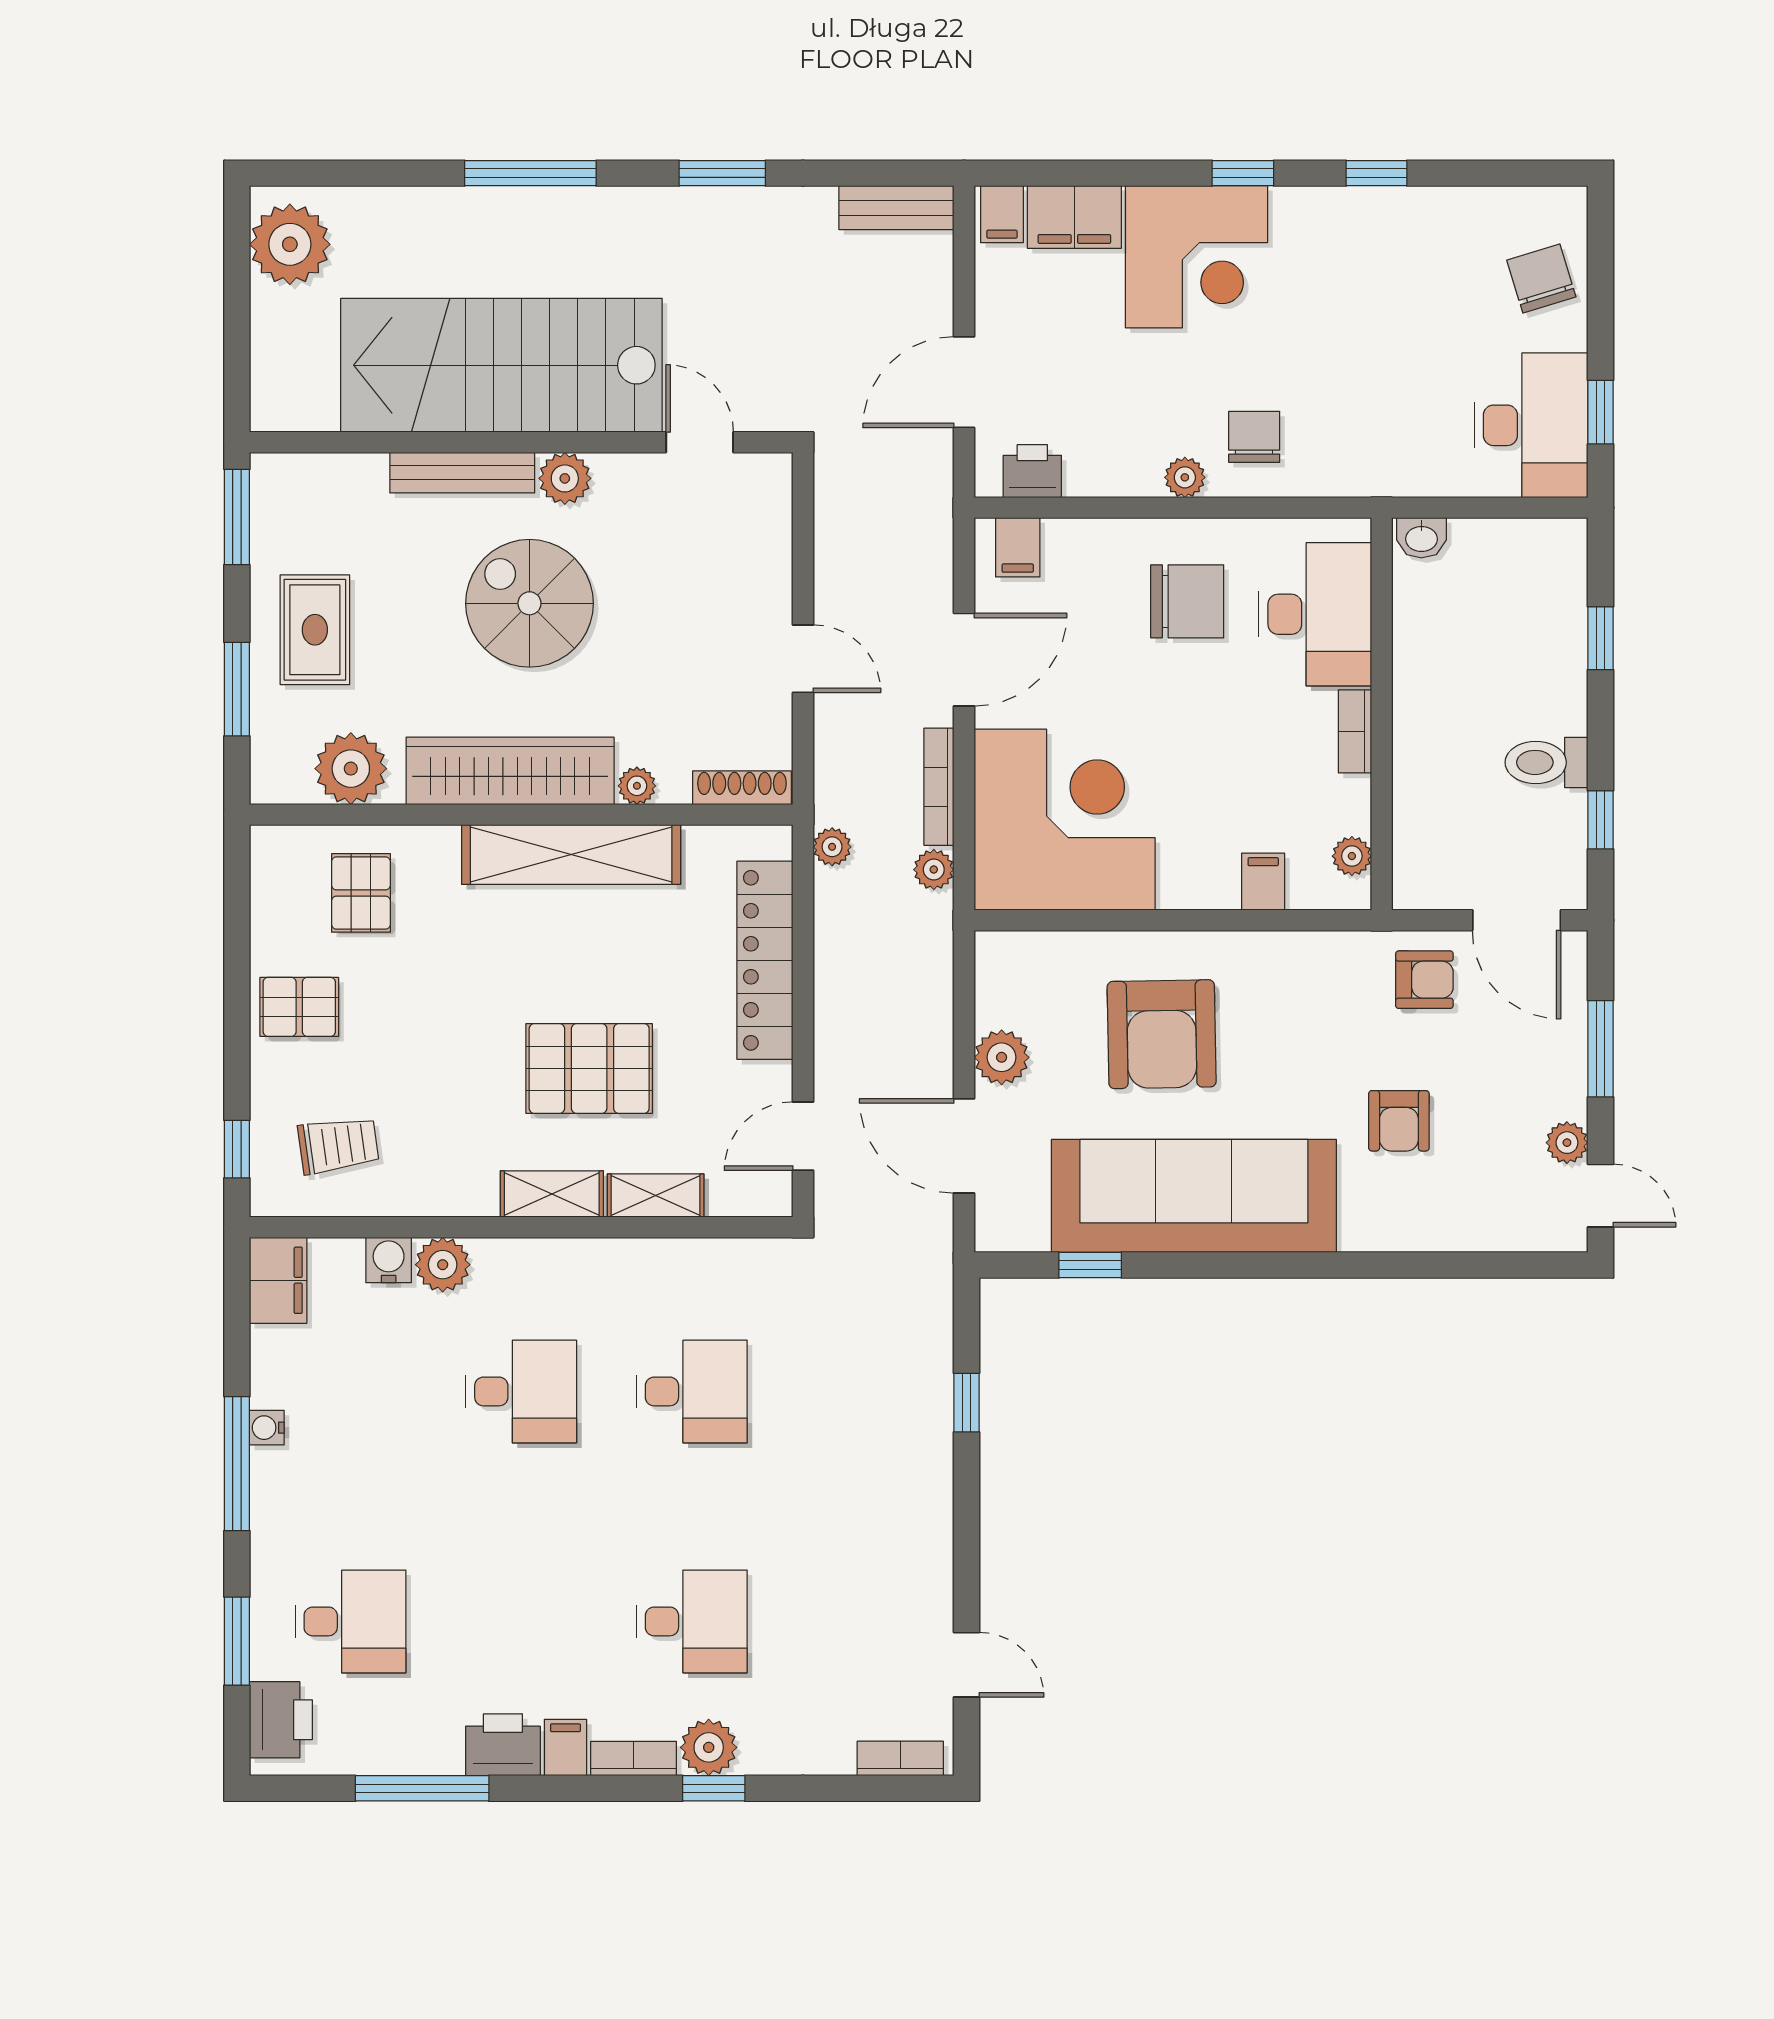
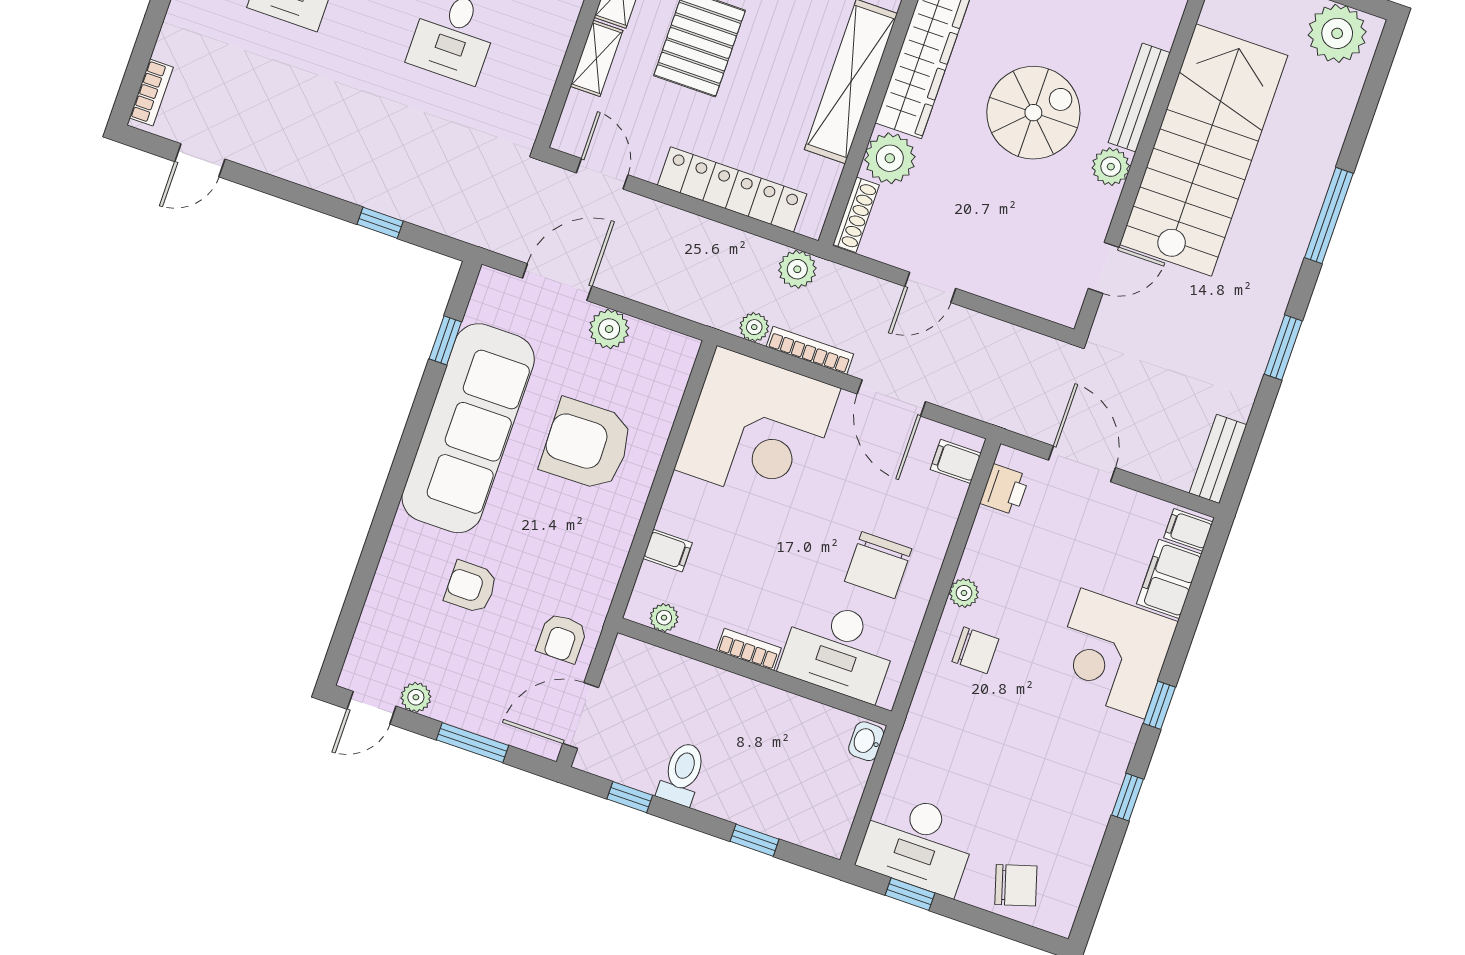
plant: (637, 786) -> (890, 158), width x1.88, depth x1.88
plant: (832, 847) -> (797, 269), width x1.38, depth x1.38

